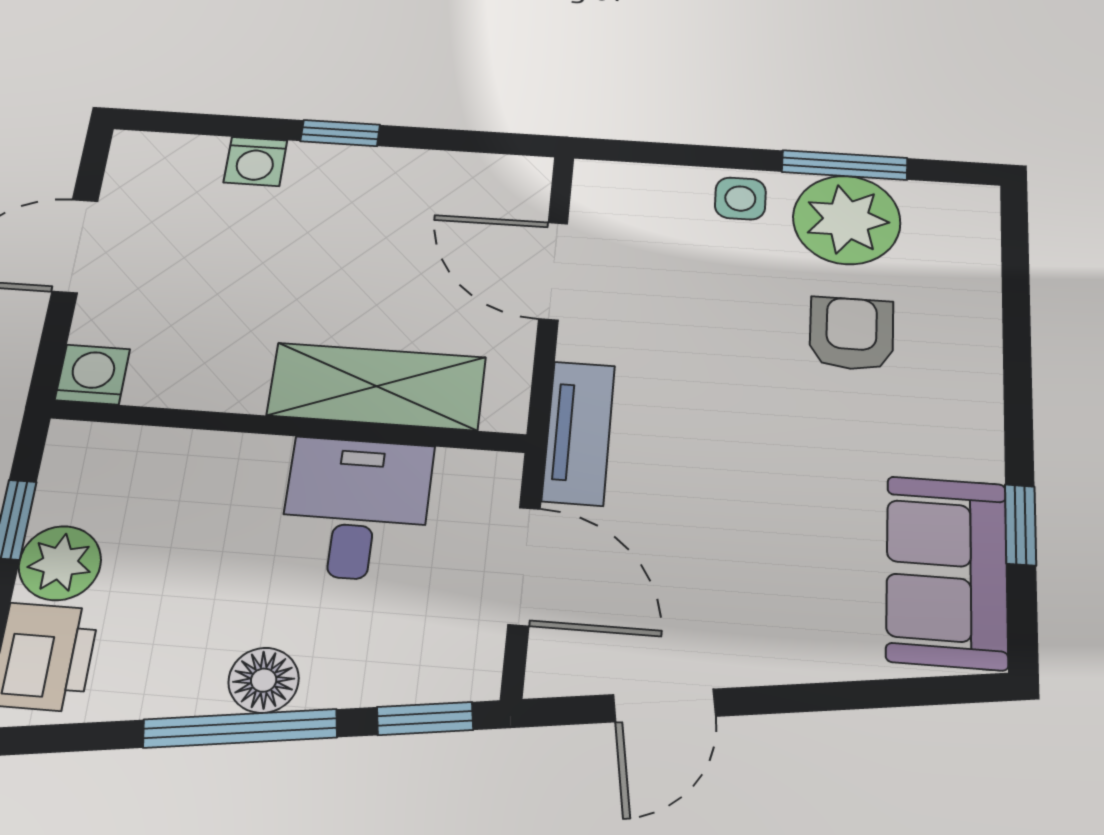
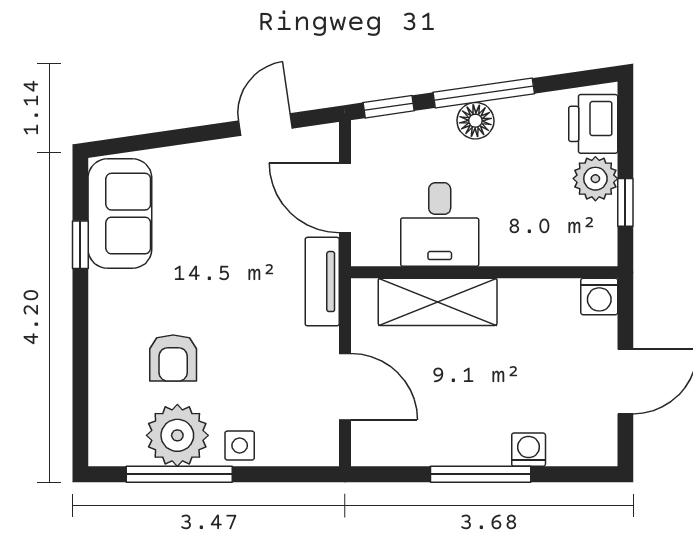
window: (340, 133) -> (481, 474), width x2.17
window: (845, 165) -> (179, 474), width x1.44

